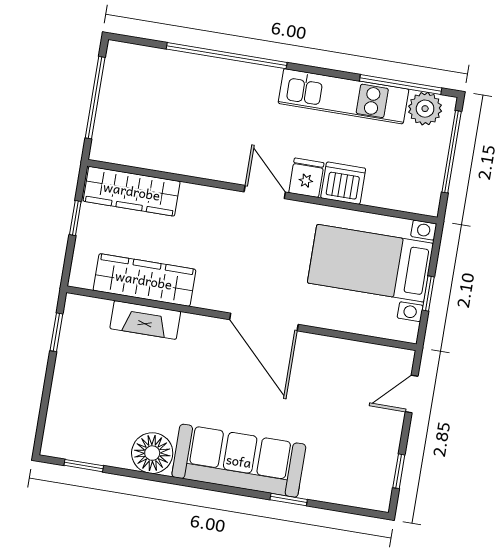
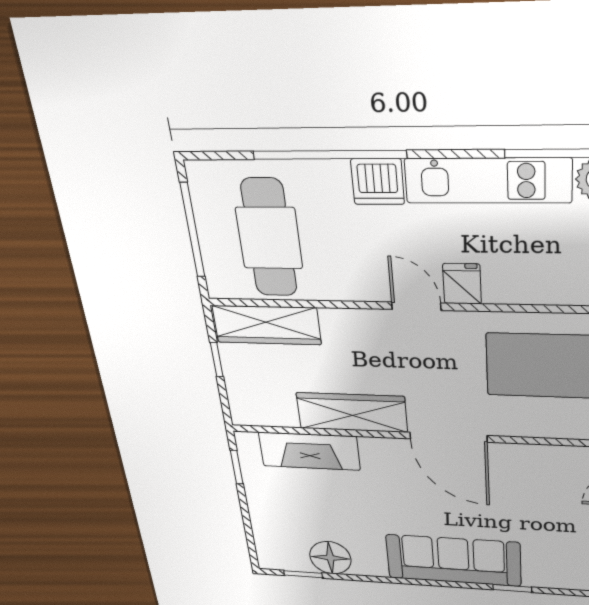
cafe table: (158, 115) -> (269, 238), added
dishwasher: (343, 183) -> (378, 182), moved, turned 180
wardrobe: (144, 280) -> (352, 412), moved
fireplace: (145, 320) -> (309, 451), width x1.37, depth x1.32
floor lamp: (152, 453) -> (330, 558), moved

